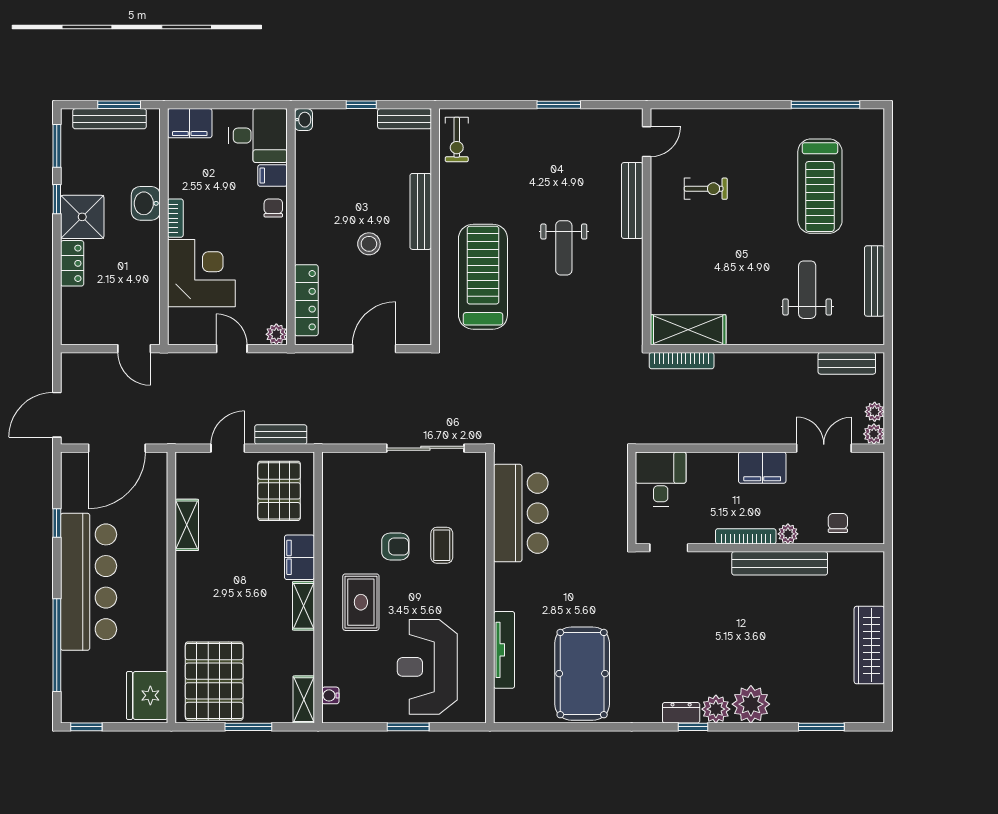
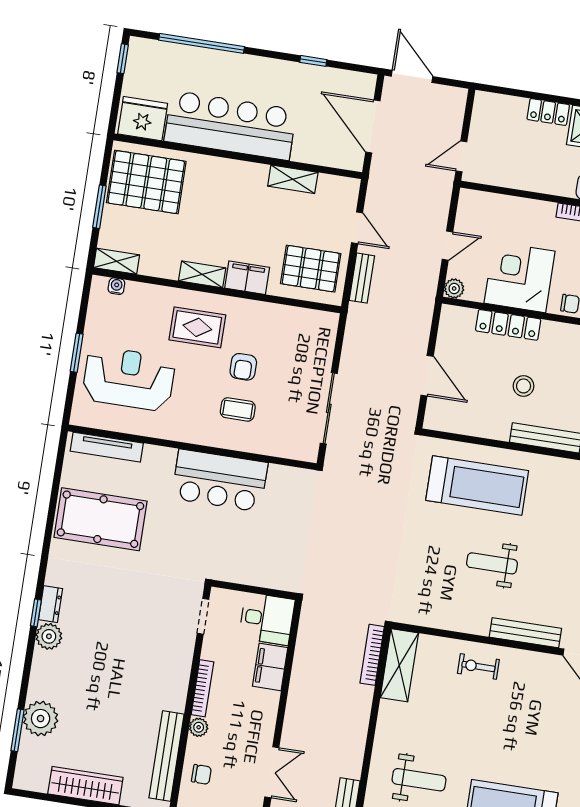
exercise bike: (706, 189) -> (478, 666), moved, turned 90
corner desk: (201, 273) -> (520, 277), moved, turned 180
locker: (306, 300) -> (508, 325), moved
filing cabinet: (762, 468) -> (270, 667), moved
bar counter: (521, 513) -> (220, 480), moved
bench: (780, 563) -> (167, 756), moved
bar counter: (89, 582) -> (230, 125), moved, turned 180
tv unit: (504, 650) -> (107, 447), moved
plant: (751, 704) -> (41, 719), moved

